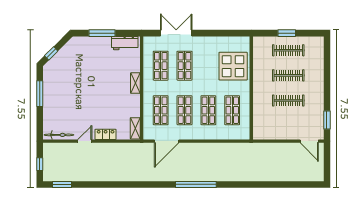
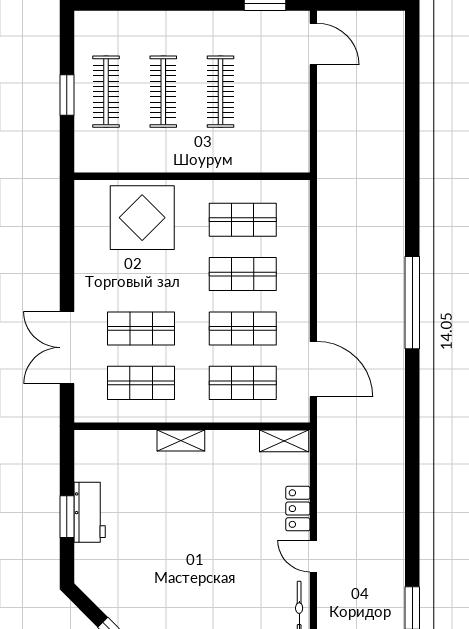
window: (102, 33) -> (67, 517), width x0.69
workbench: (125, 43) -> (90, 512), moved
door: (309, 141) -> (313, 44), hinge flipped

